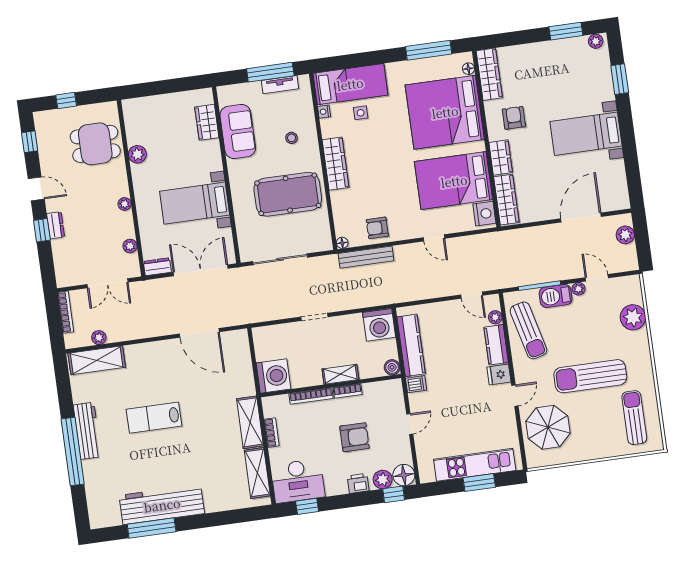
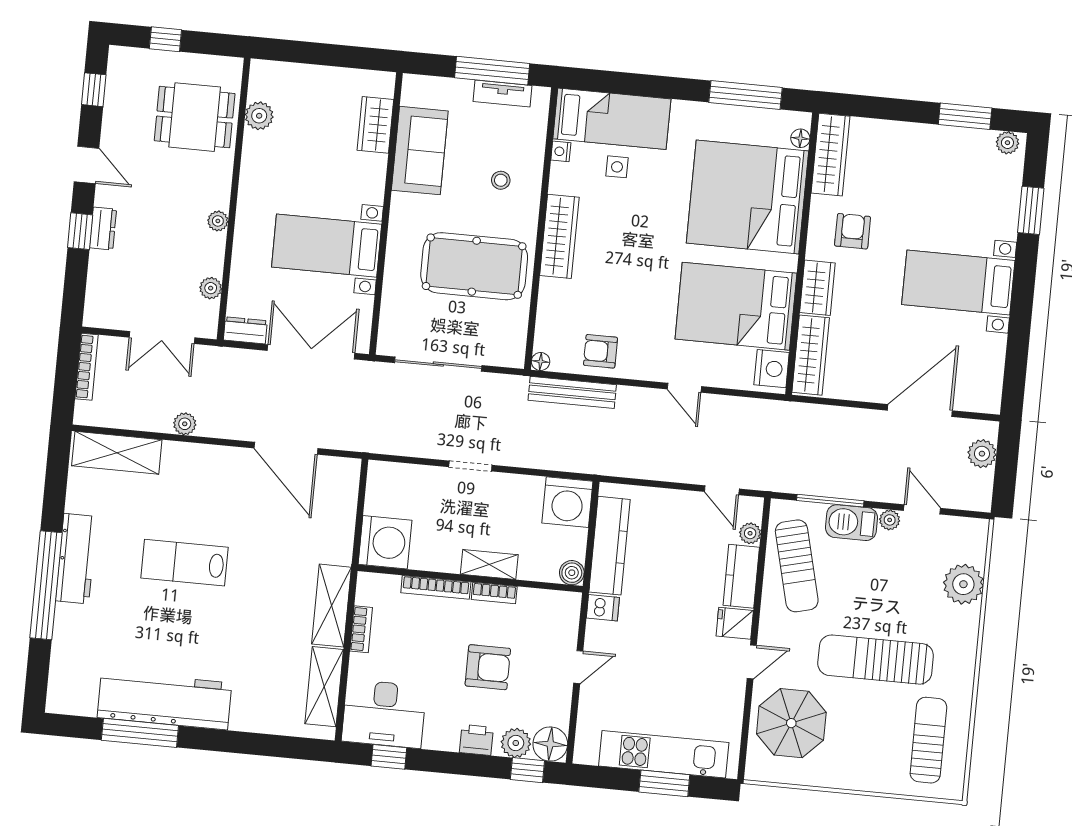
plant: (137, 154) -> (259, 116), moved
plant: (99, 338) -> (185, 424), moved

